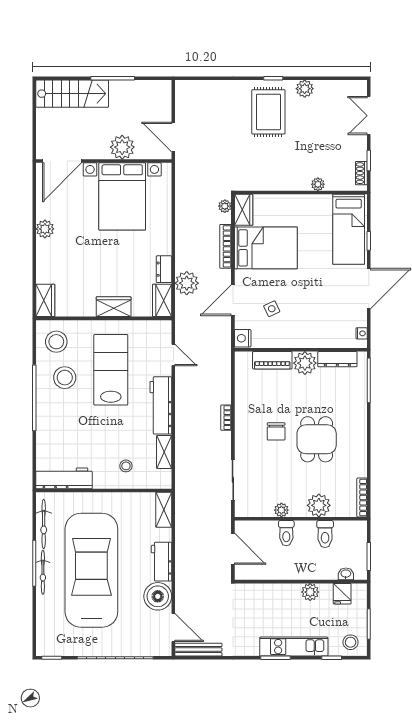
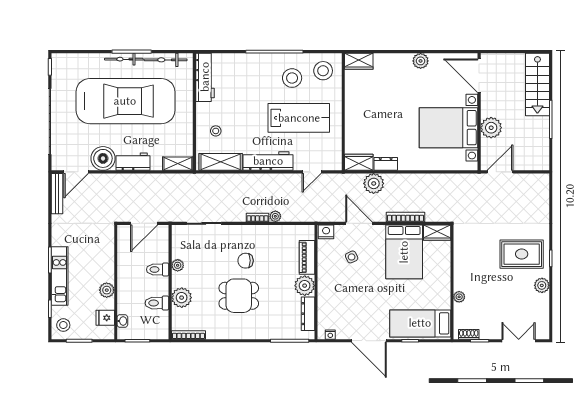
plant: (225, 206) -> (275, 216), moved
wardrobe: (114, 307) -> (353, 120), removed
shelving: (164, 452) -> (221, 162), width x1.50, depth x1.33

